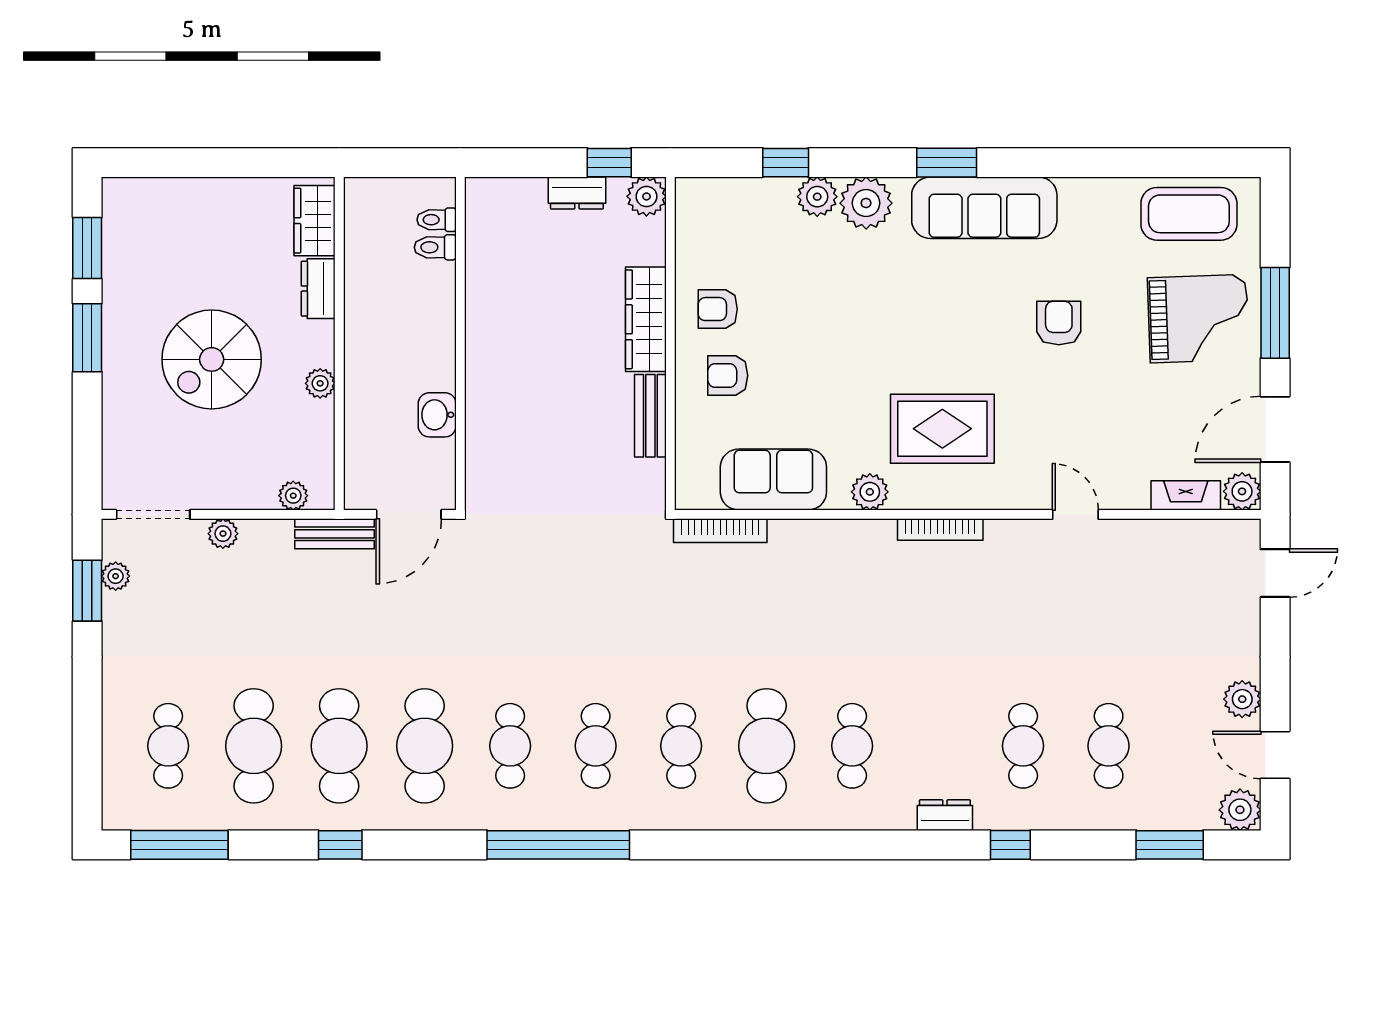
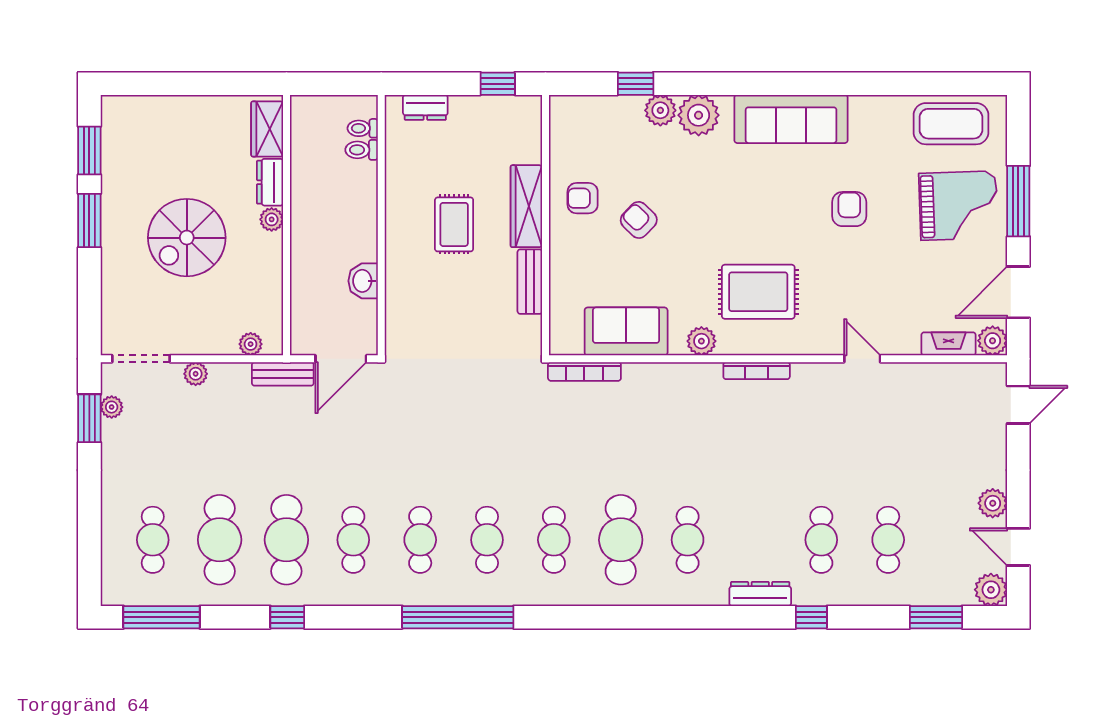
window: (947, 163) -> (762, 84), removed
dresser: (577, 193) -> (425, 107), moved
plant: (646, 196) -> (527, 110), removed
rug: (553, 343) -> (454, 224), added
armchair: (728, 376) -> (639, 220), moved, turned 44
plant: (320, 383) -> (272, 219), moved
cafe table: (425, 746) -> (353, 540), width x0.73, depth x0.74
dresser: (945, 815) -> (760, 594), width x1.44

